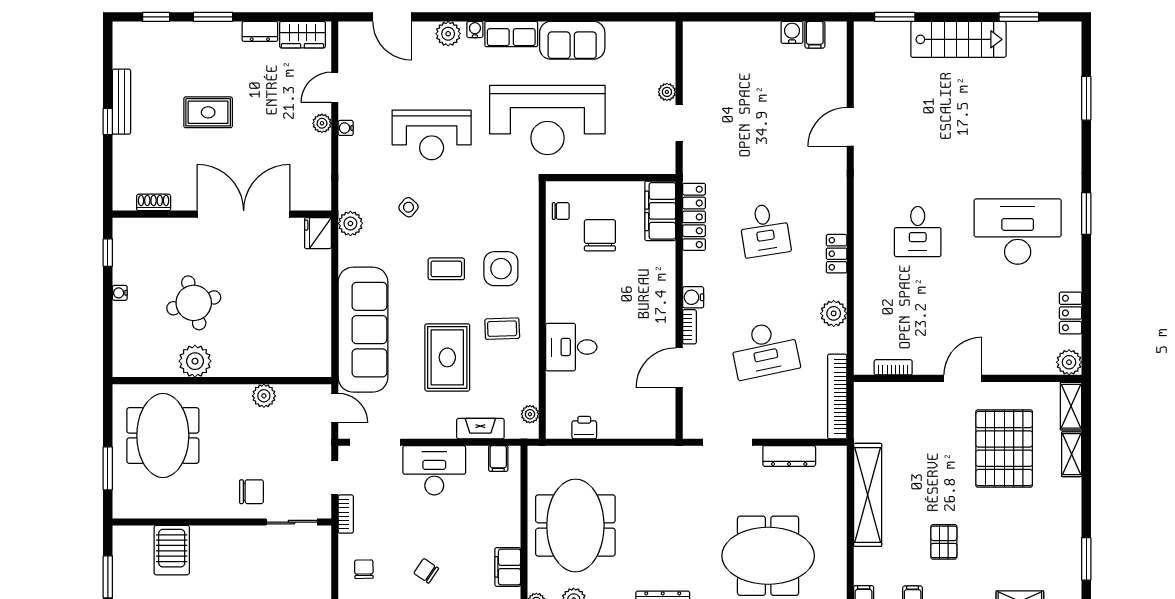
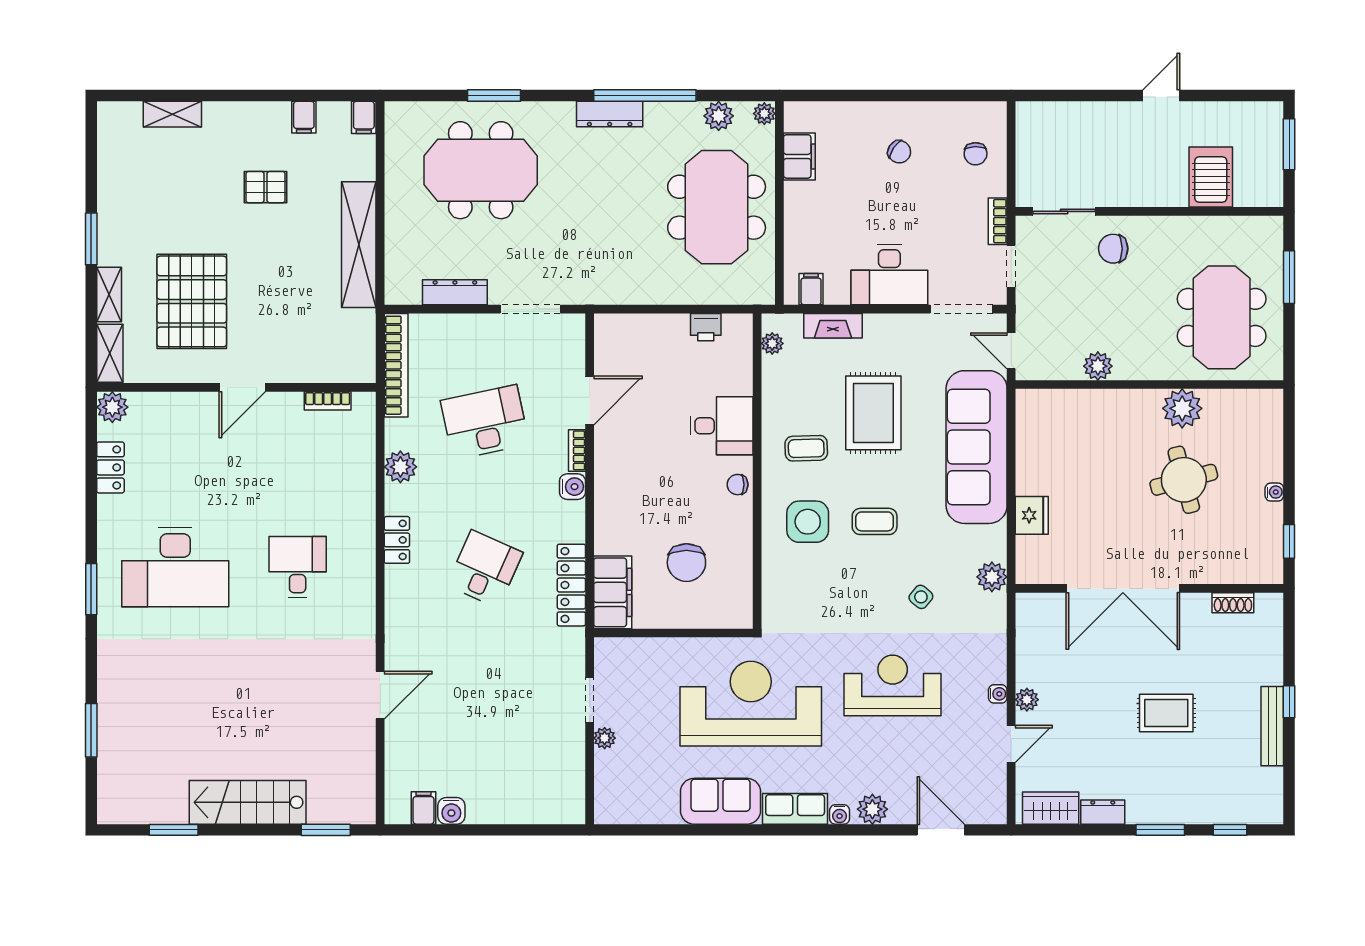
chair: (561, 211) -> (738, 485), moved
desk: (765, 230) -> (485, 569), turned 33
fridge: (318, 233) -> (1032, 515), moved
pallet: (944, 542) -> (266, 187), turned 90
window: (1086, 559) -> (91, 239), moved

